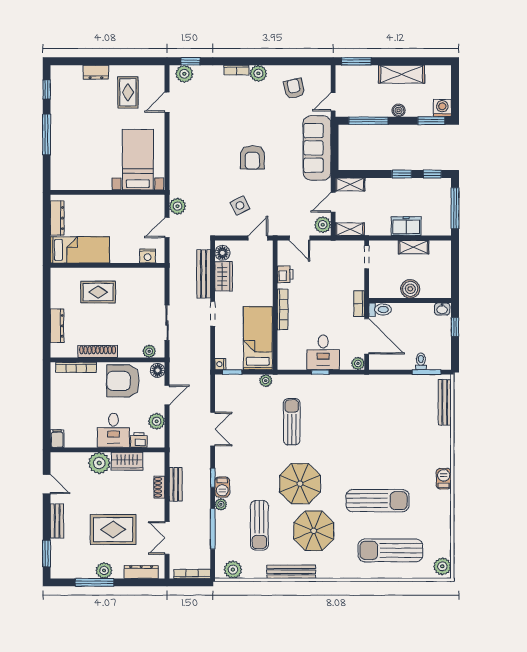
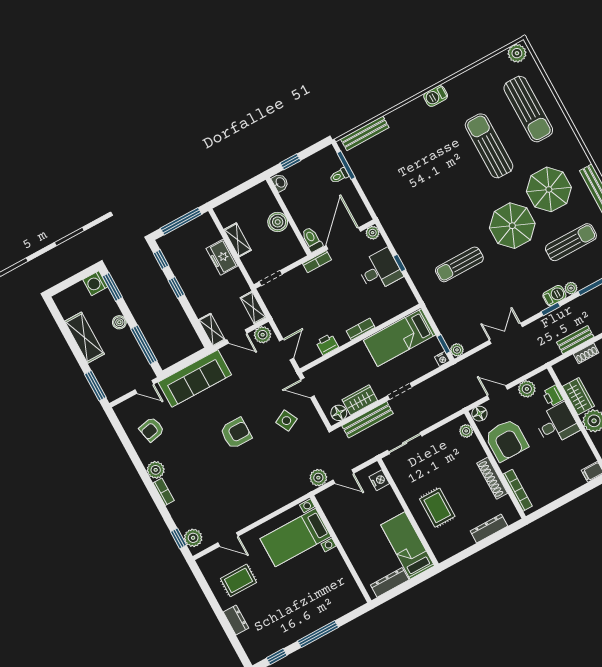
bookcase: (283, 309) -> (361, 329), width x0.64
sliding door: (167, 323) -> (405, 443), moved
plant: (266, 381) -> (457, 350), moved

